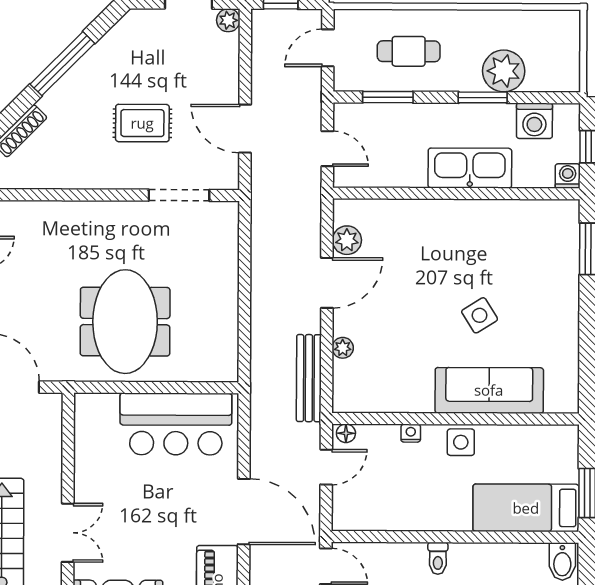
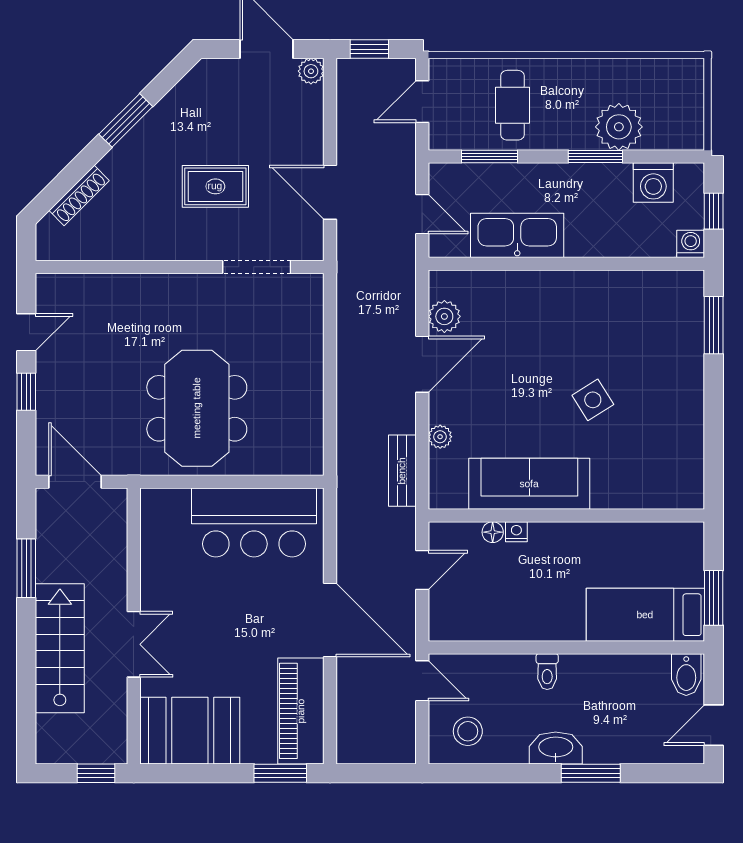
cafe table: (409, 51) -> (512, 105), turned 90
window: (62, 64) -> (126, 120), width x0.69
kitchen sink: (470, 168) -> (517, 235), moved
bench: (309, 378) -> (402, 471), width x0.73
sofa: (489, 390) -> (529, 484), moved
floor lamp: (346, 433) -> (493, 532), moved
side table: (461, 442) -> (572, 542), removed

